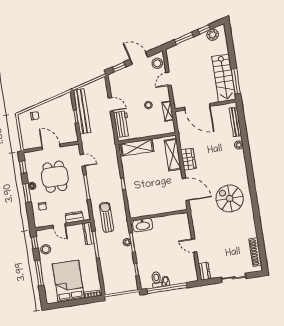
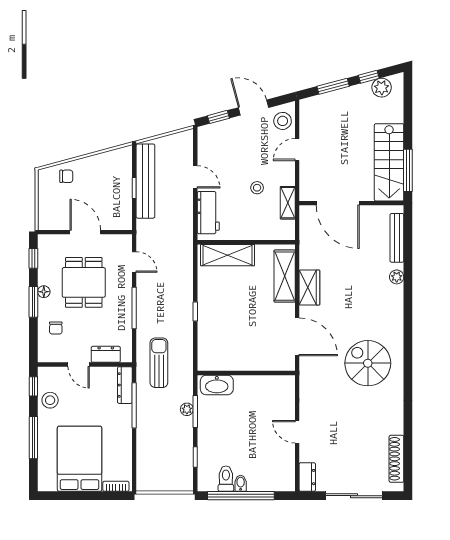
sliding door: (234, 278) -> (354, 496), width x1.37

